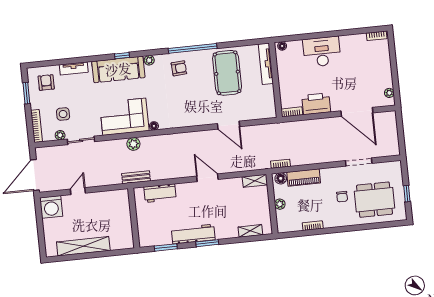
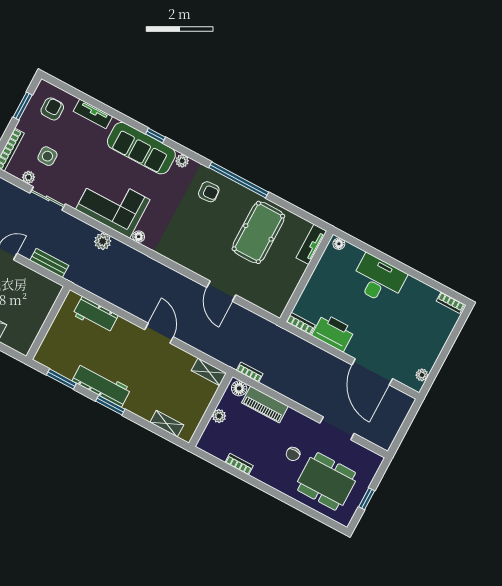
tv unit: (266, 64) -> (311, 244), width x0.71
bench: (136, 177) -> (49, 263), moved

